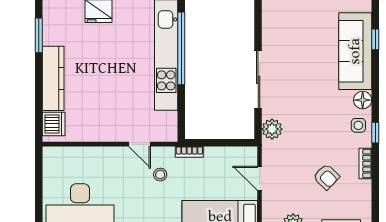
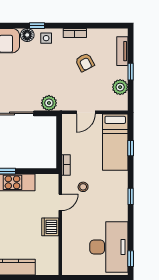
dishwasher: (54, 124) -> (50, 227), moved, turned -90
window: (375, 133) -> (37, 26), moved
armchair: (326, 177) -> (85, 62), turned 108

